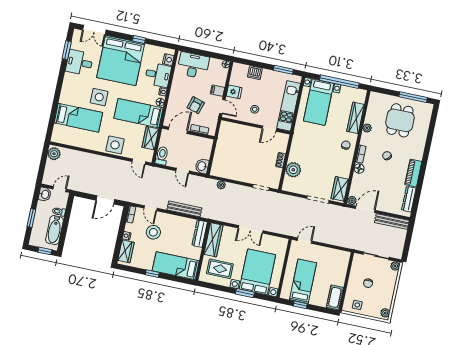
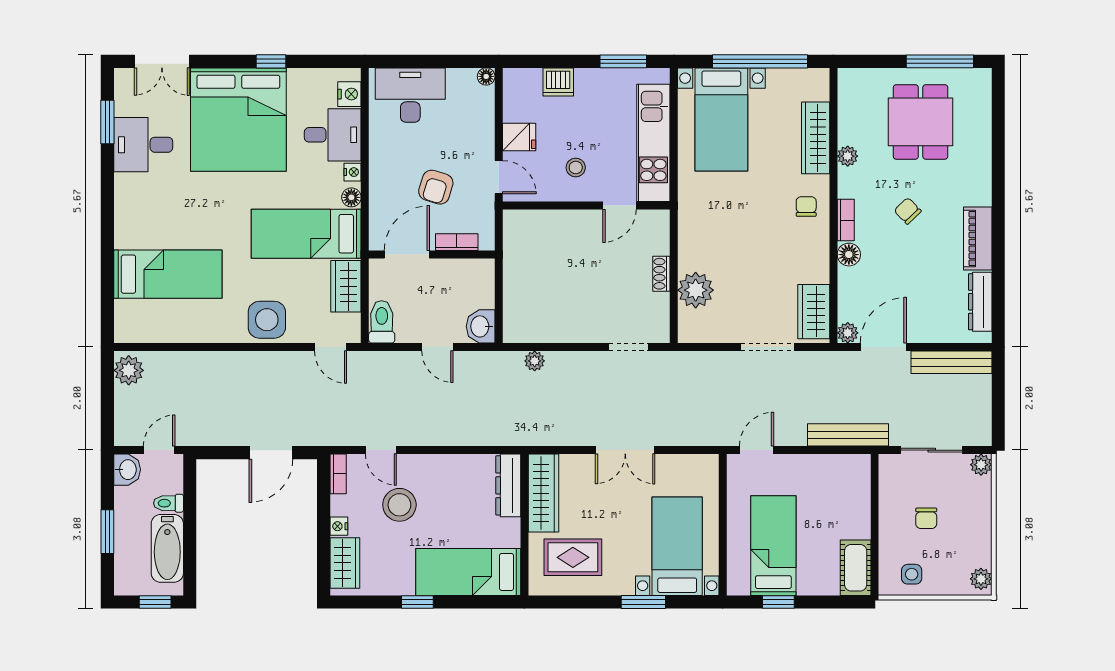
filing cabinet: (218, 91) -> (480, 142), removed
side table: (99, 97) -> (206, 216), removed
bench: (184, 209) -> (848, 435), moved
bed with nightstands: (257, 272) -> (677, 546), width x0.73

